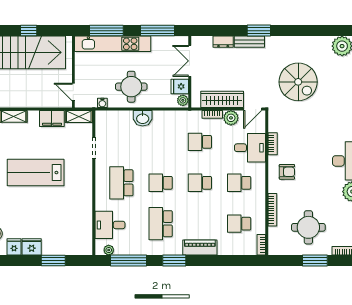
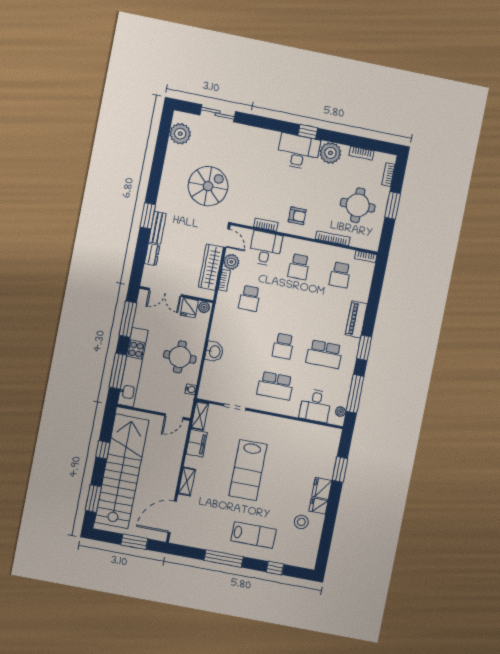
armchair: (287, 172) -> (297, 216), turned 90
school desk: (200, 183) -> (291, 306), removed

